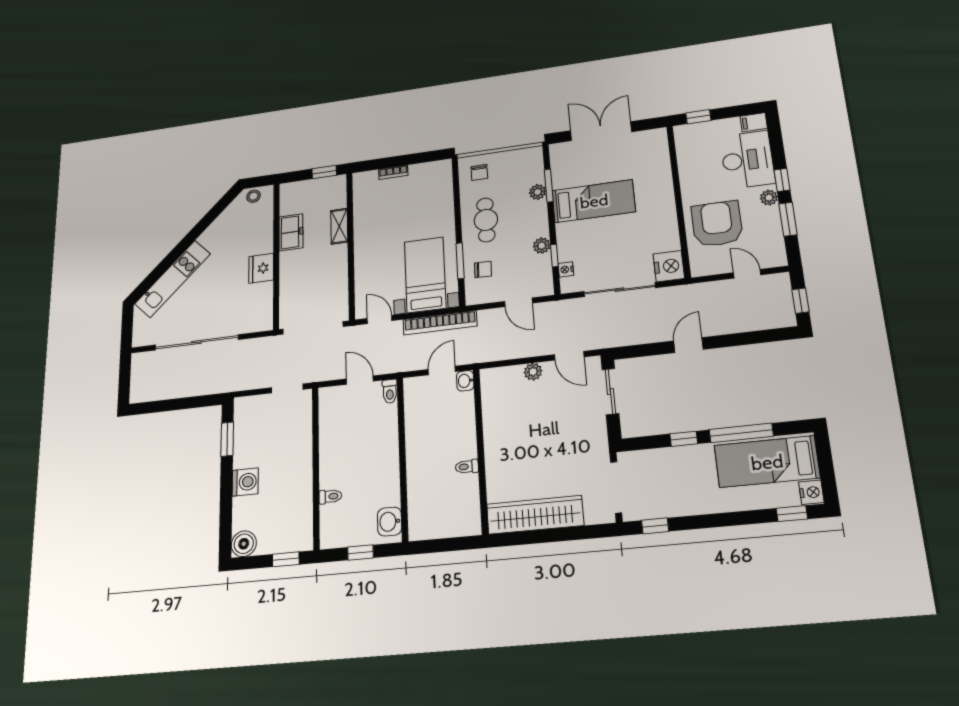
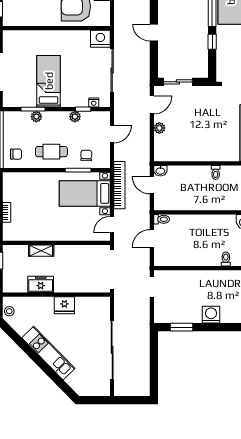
kitchen unit: (173, 279) -> (48, 353), moved

